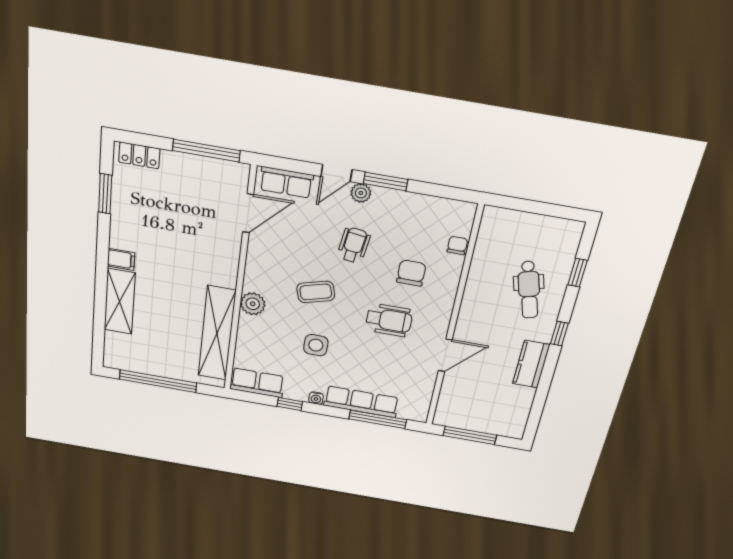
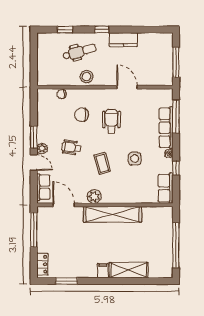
stool: (480, 294) -> (87, 77), added
plant: (253, 304) -> (94, 196), moved
shelving: (217, 334) -> (113, 214), moved

